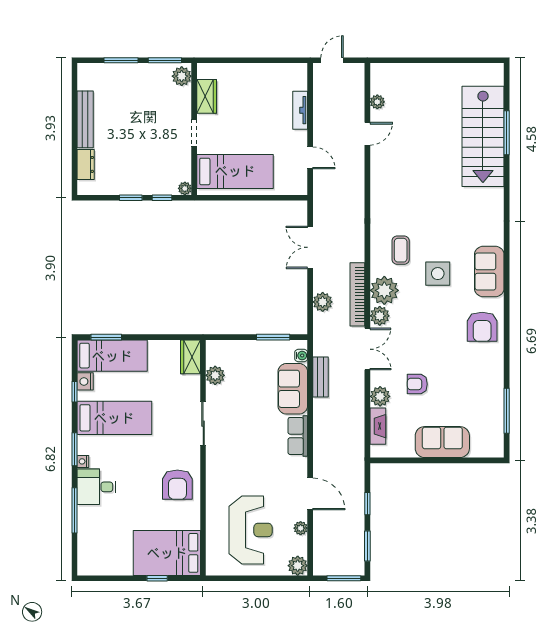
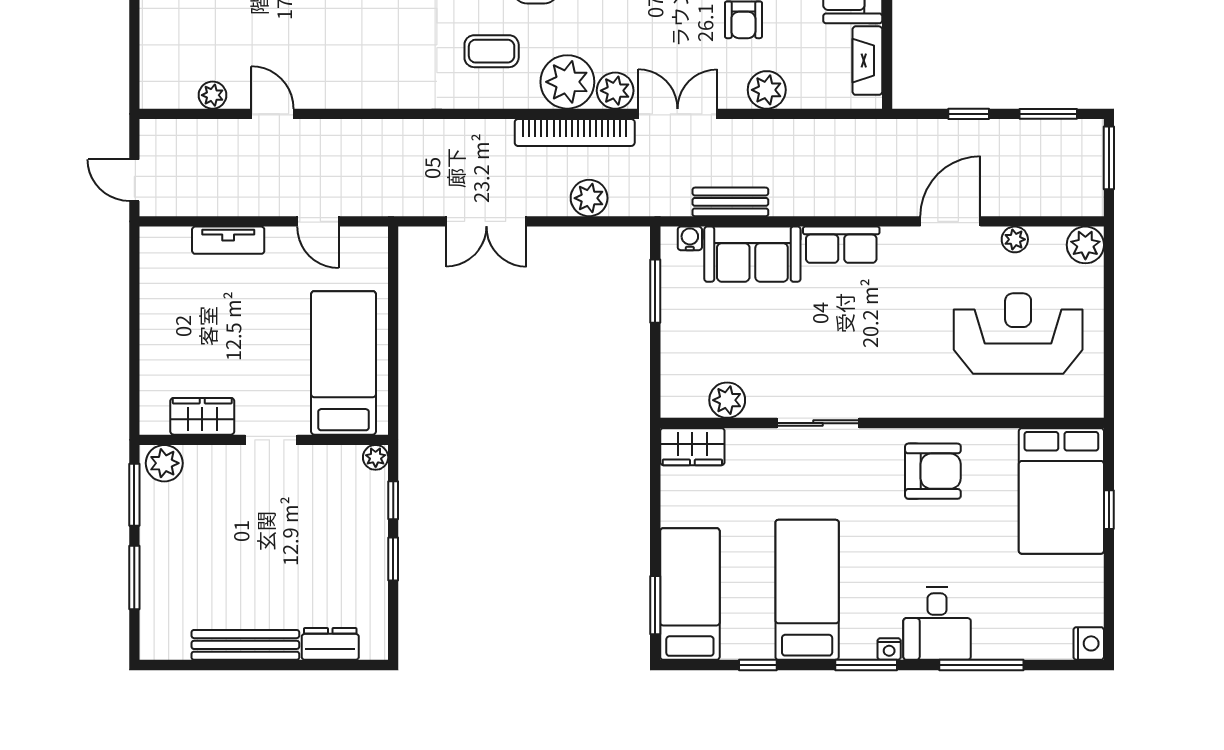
door: (310, 158) -> (318, 221), swing flipped
nightstand: (85, 381) -> (1089, 643), moved, turned -90
fireplace: (378, 426) -> (867, 61), moved, turned -90

